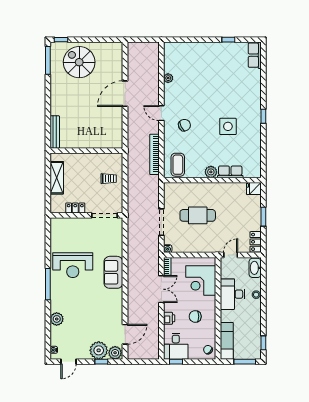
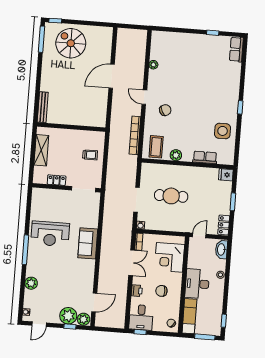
side table: (228, 126) -> (223, 131), moved
plant: (211, 172) -> (176, 155), moved
desk: (232, 294) -> (197, 284), moved

